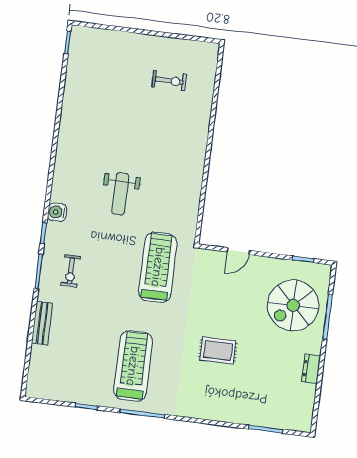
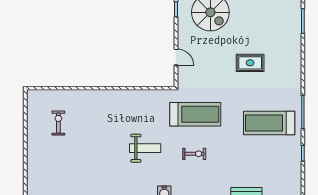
treadmill: (158, 267) -> (195, 114), turned 180
exercise bike: (71, 271) -> (194, 154), moved
rug: (218, 350) -> (250, 63), turned 90

